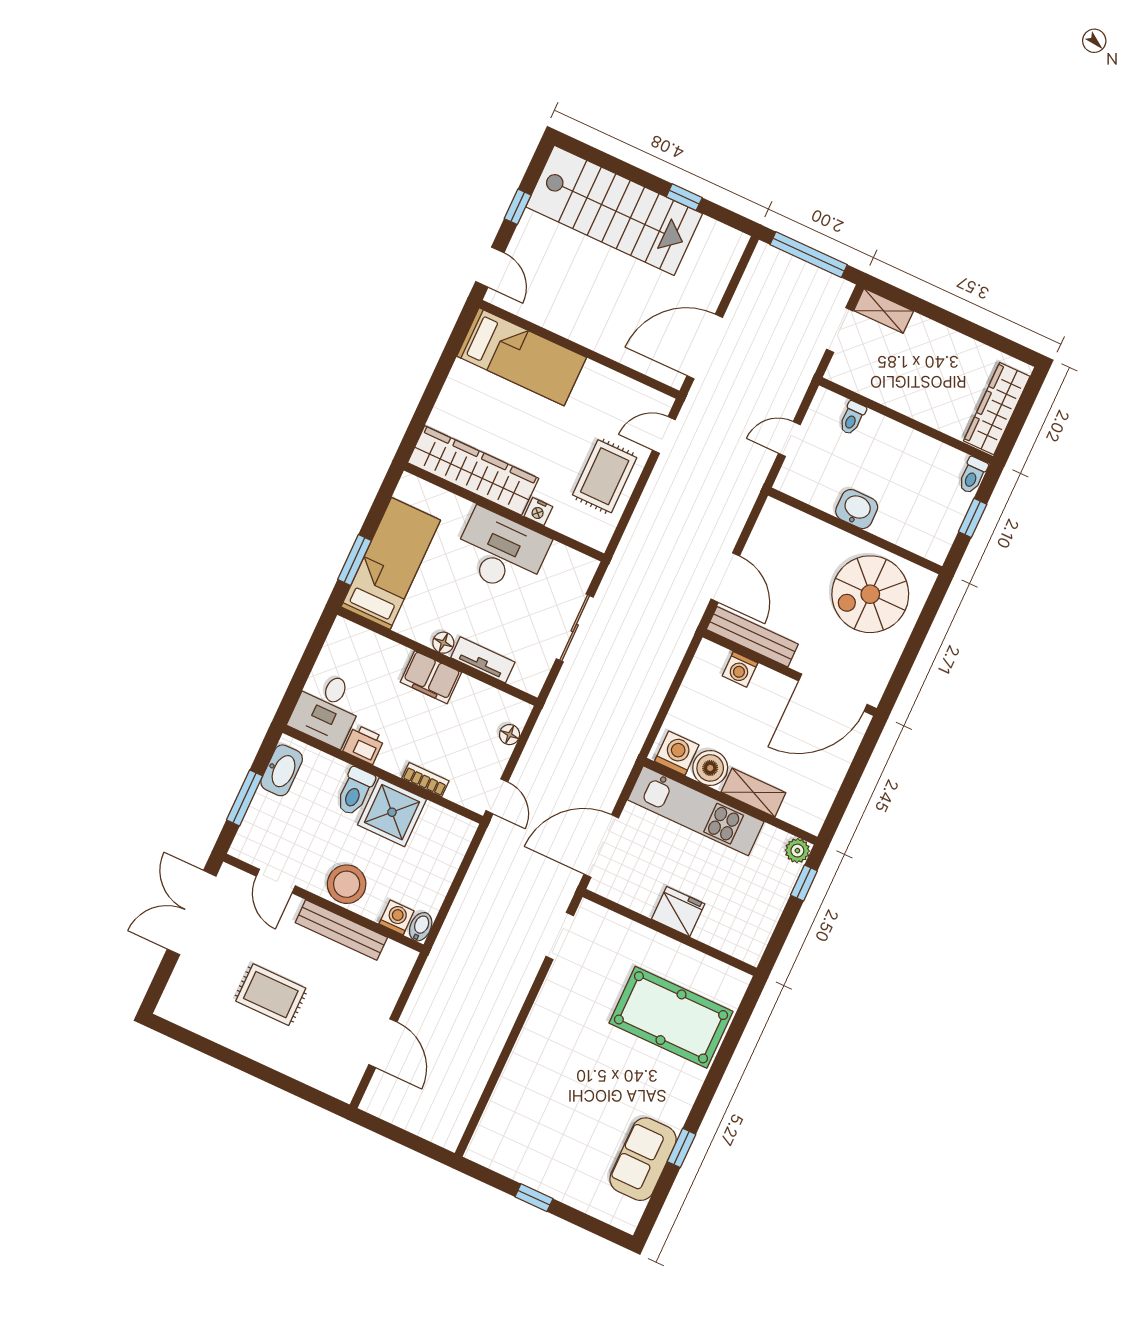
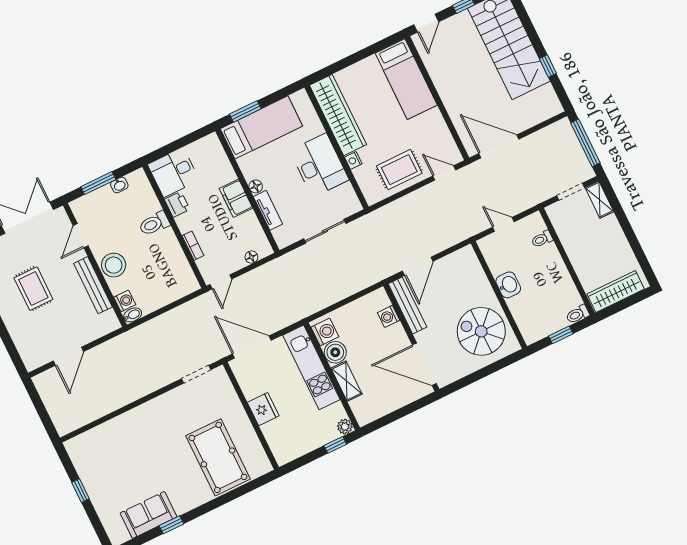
washbasin: (282, 770) -> (119, 185), width x0.52, depth x0.69
shower: (392, 812) -> (164, 248), removed

